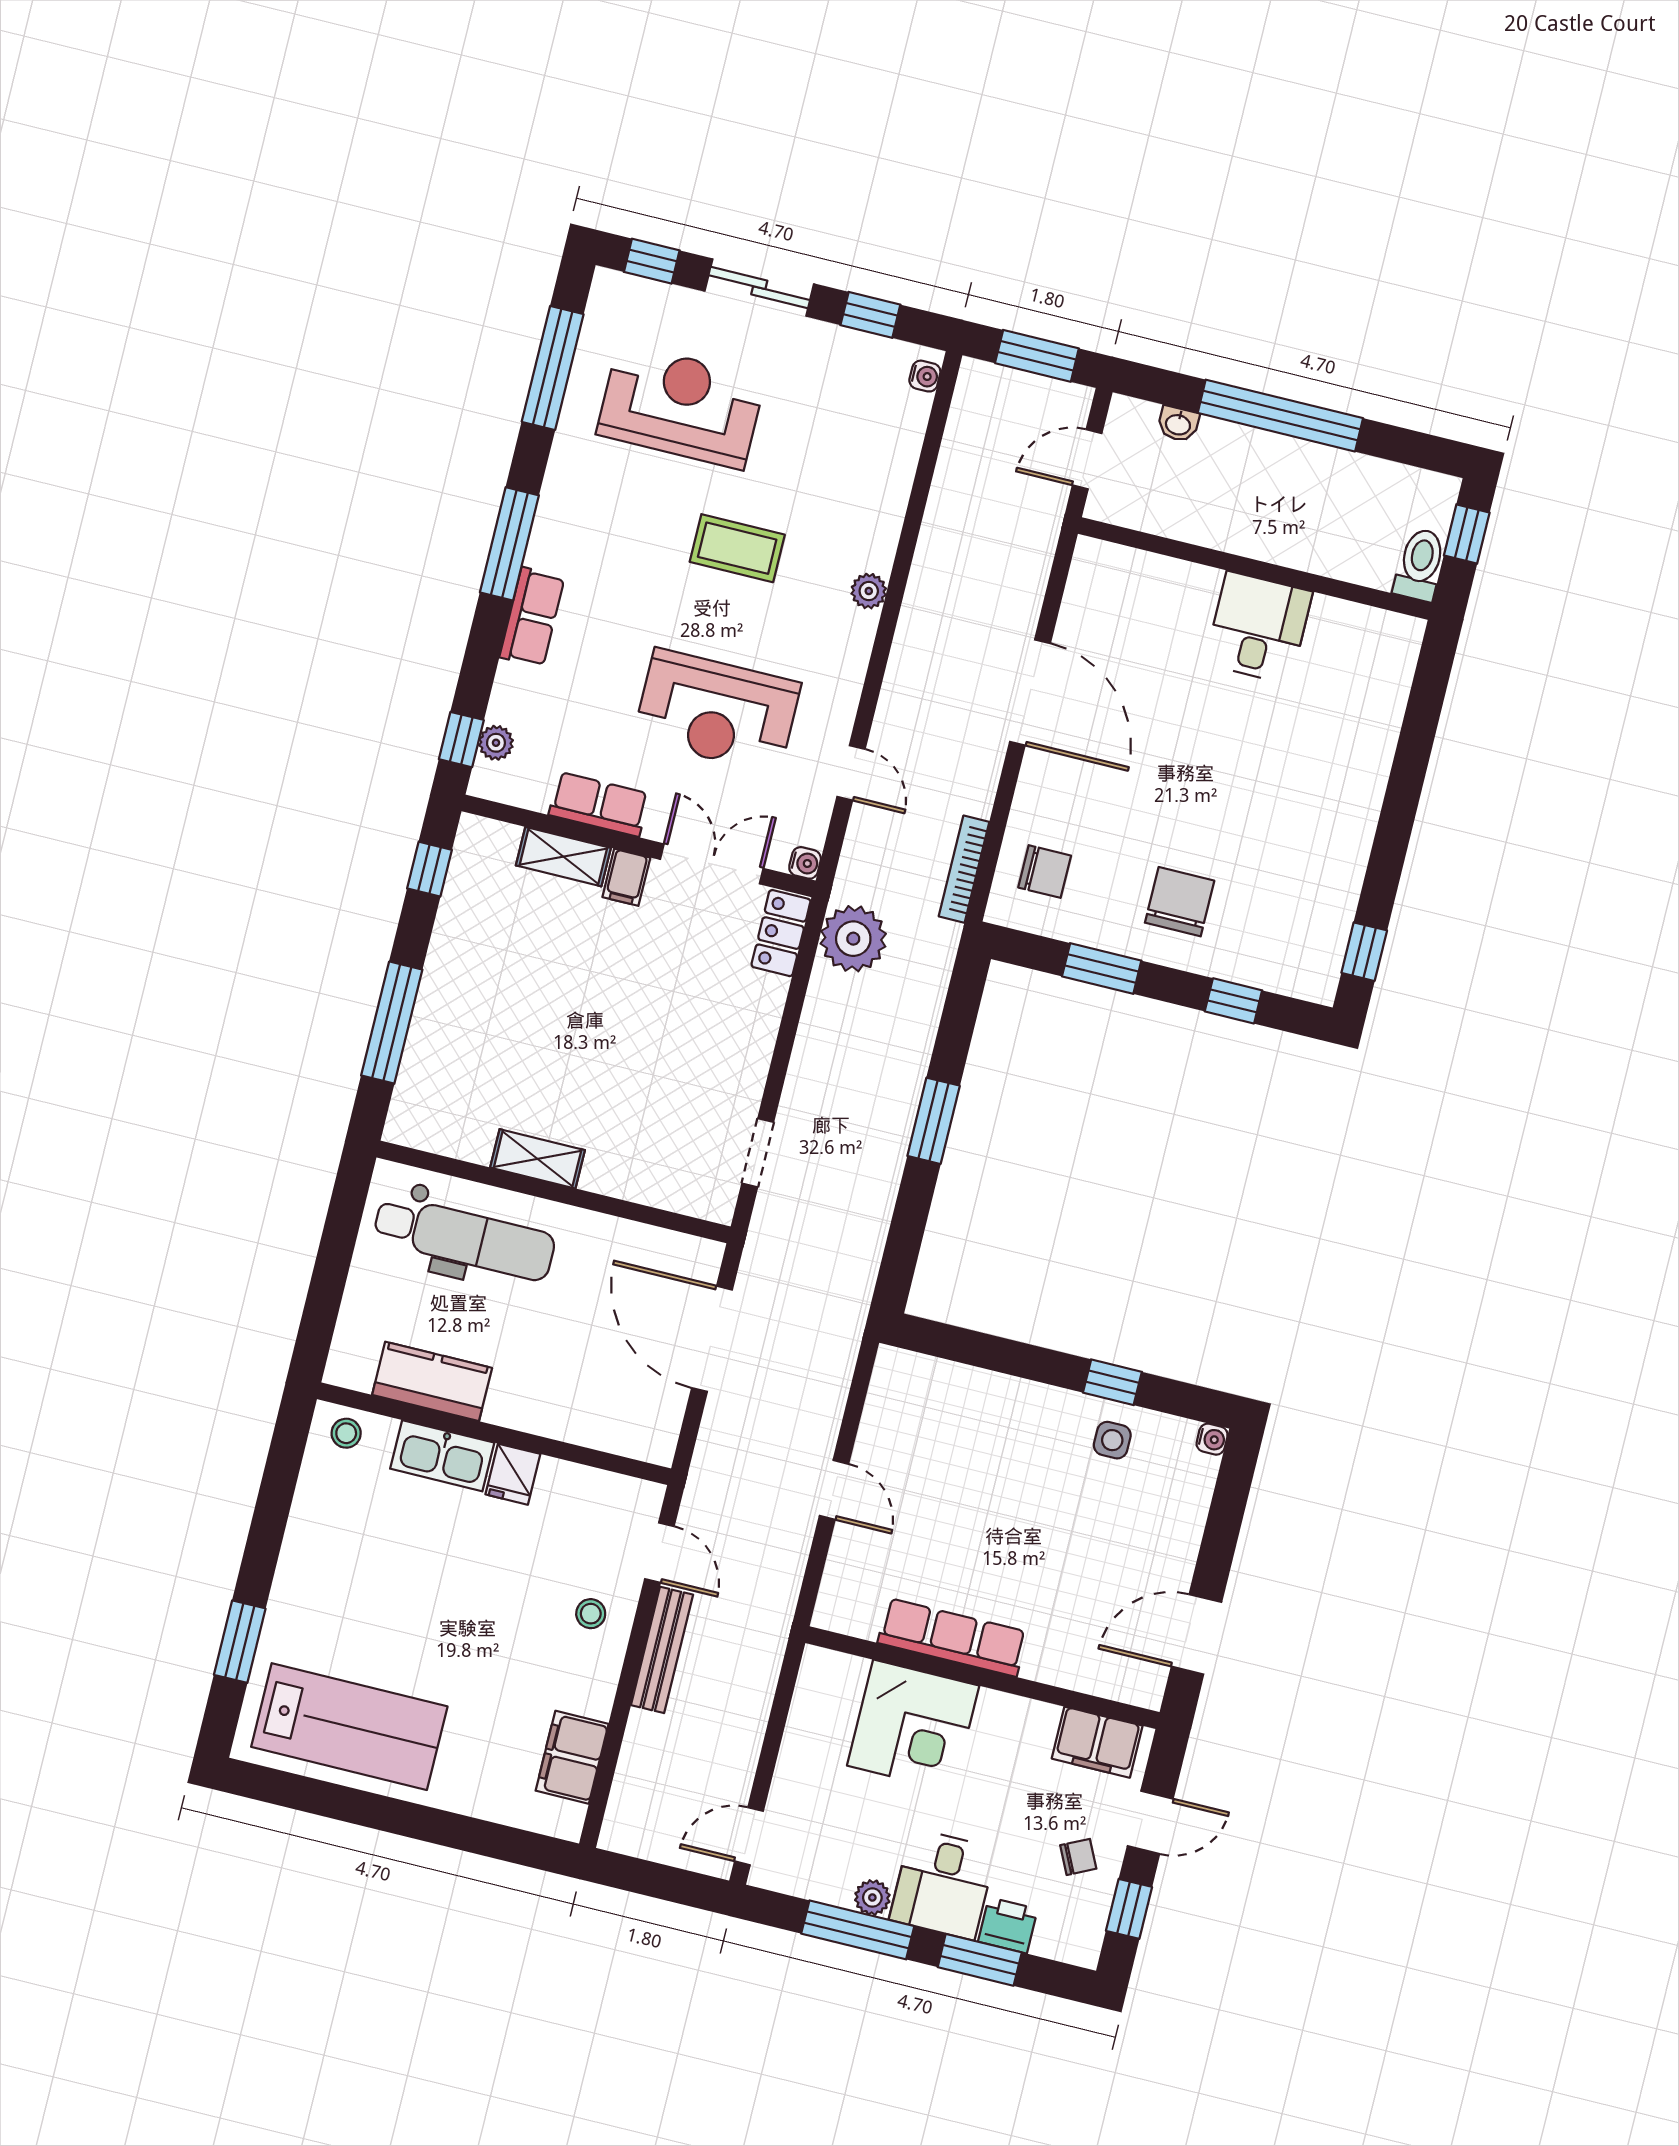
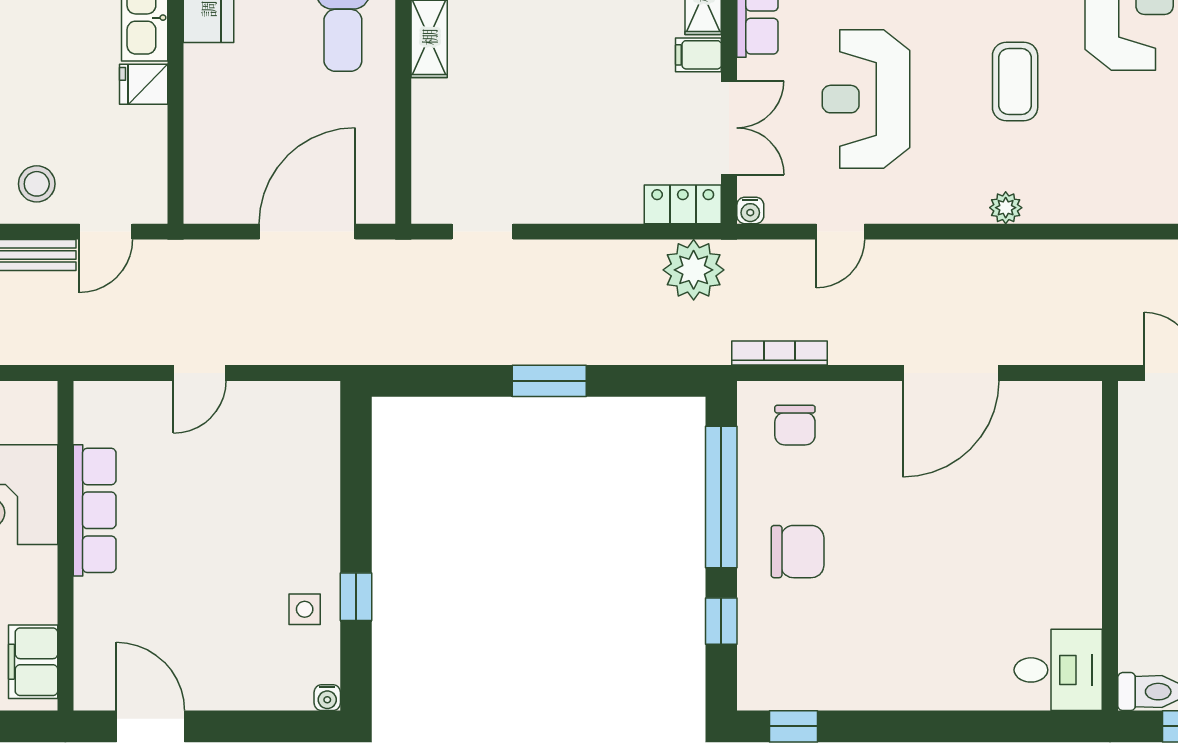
desk: (1258, 628) -> (1058, 670), moved
window: (1102, 969) -> (721, 497), width x2.11
stool: (591, 1614) -> (37, 184), width x1.37, depth x1.37

